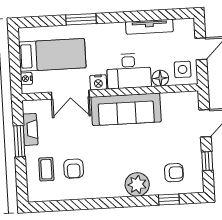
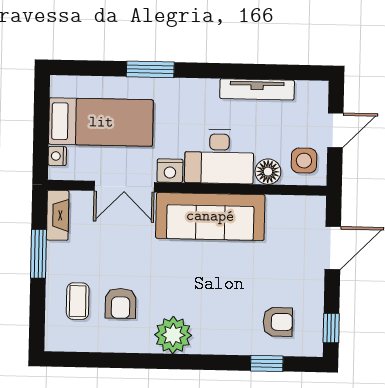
fireplace: (30, 129) -> (58, 215), moved
window: (207, 161) -> (331, 328), moved
plant: (137, 184) -> (173, 335), moved

